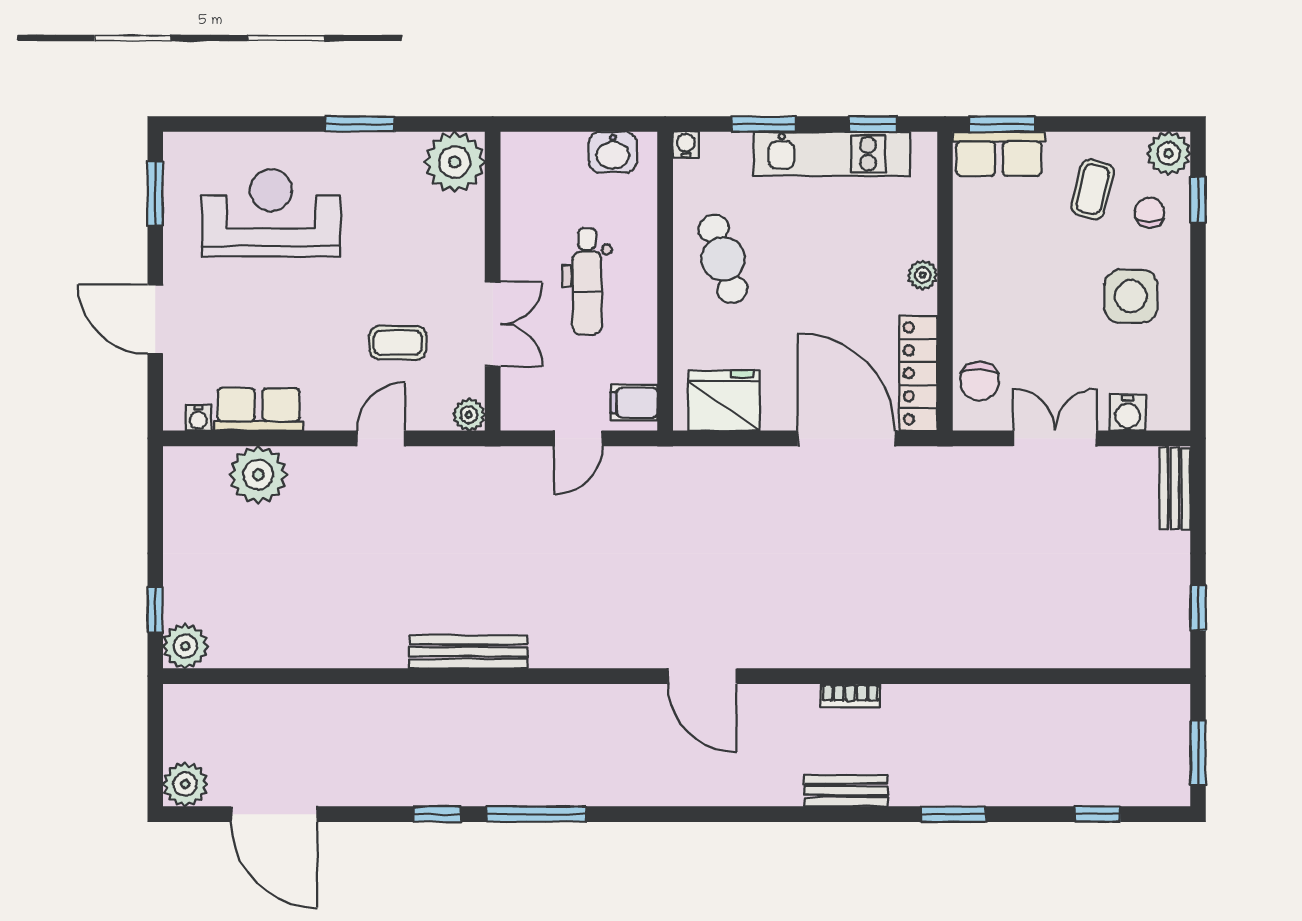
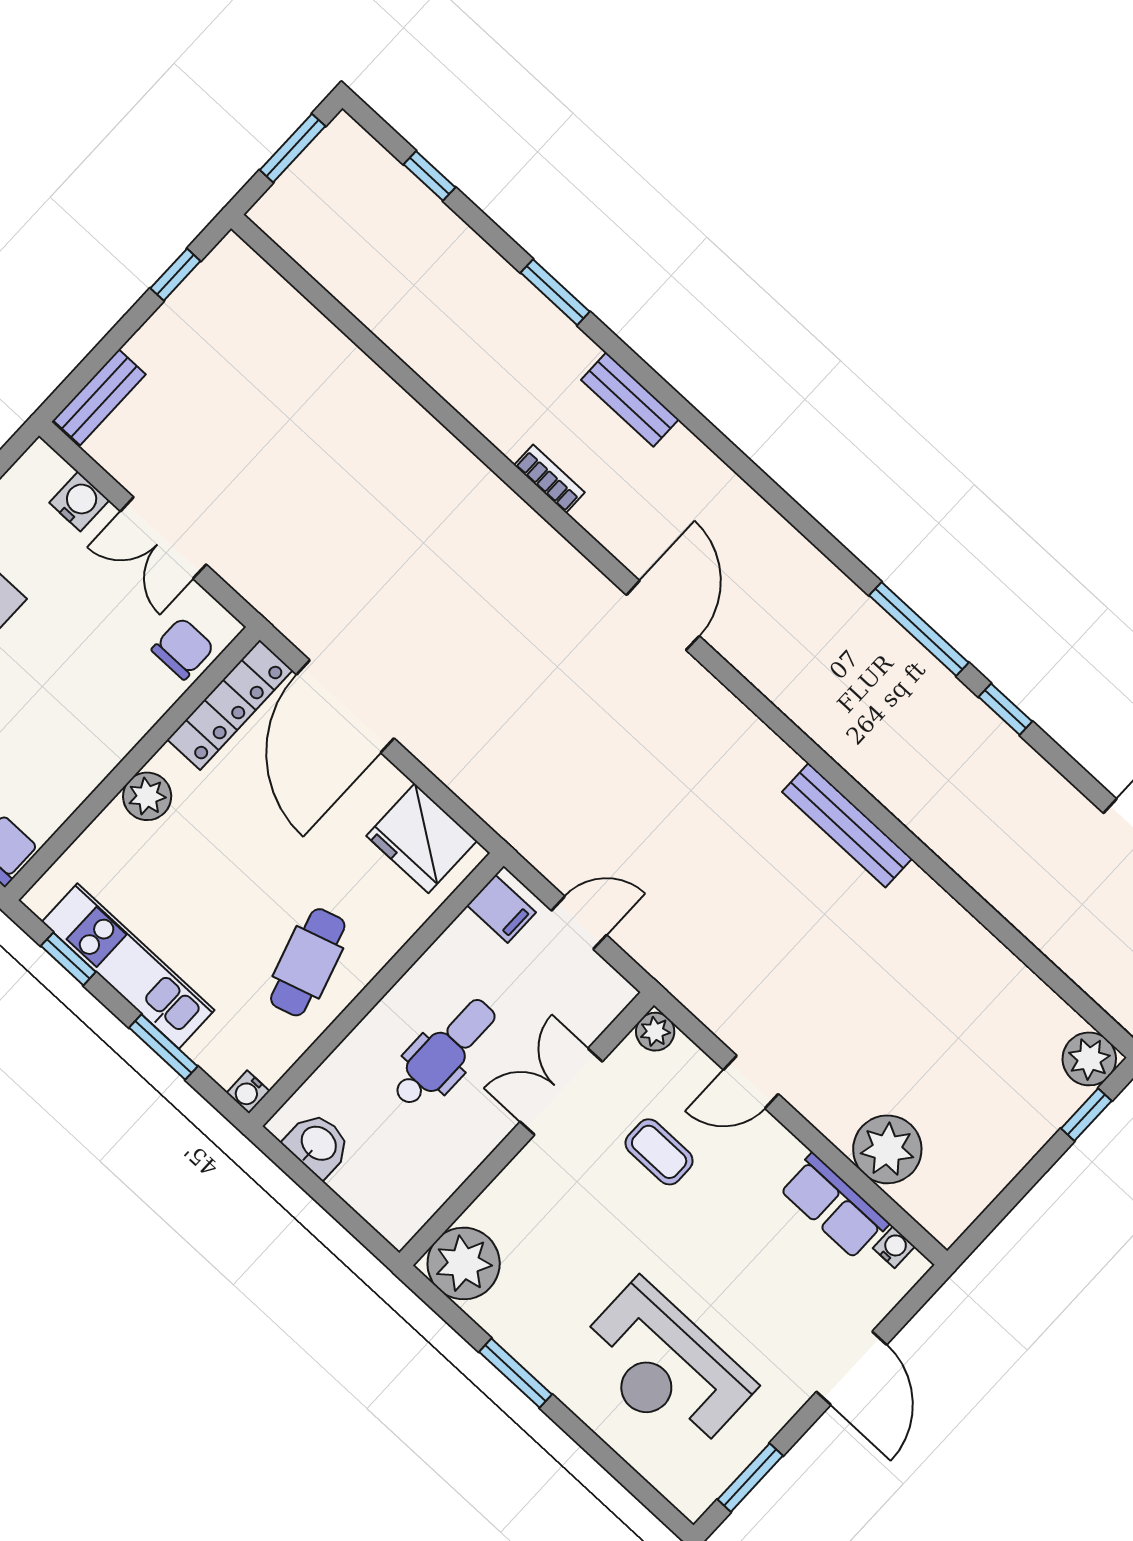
plant: (923, 275) -> (147, 796), width x1.38, depth x1.38

